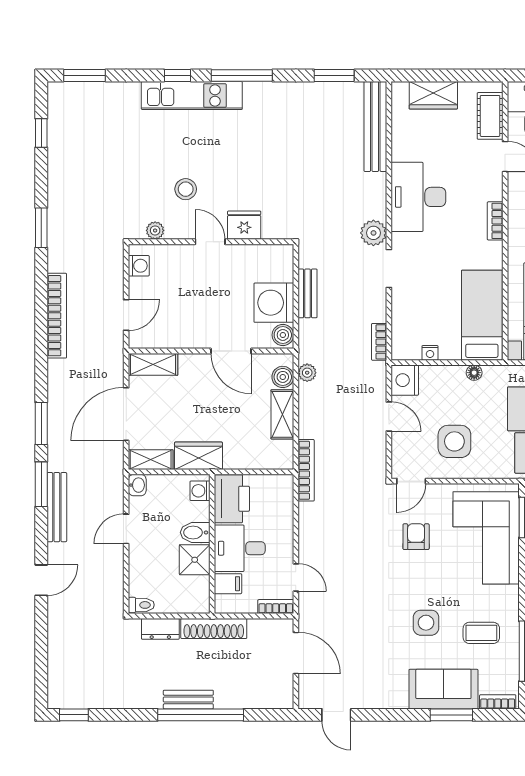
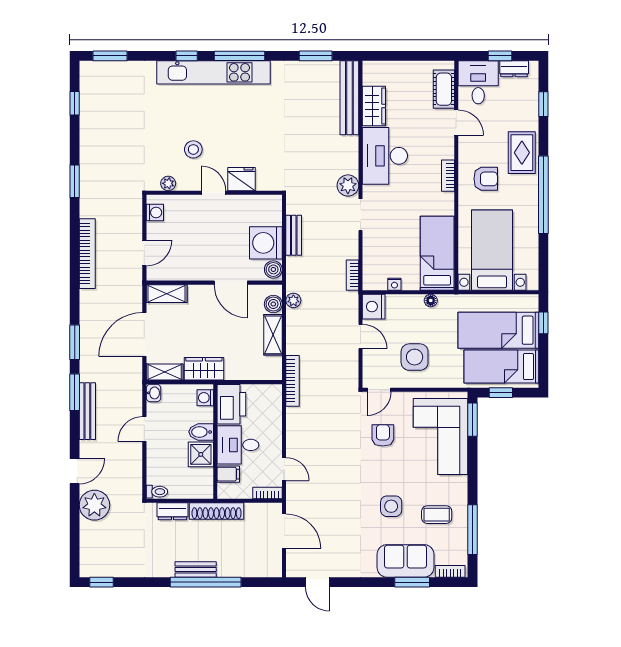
kitchen unit: (192, 95) -> (214, 72), width x1.36
wardrobe: (433, 95) -> (374, 106), moved, turned -90
plant: (65, 621) -> (94, 505), added

